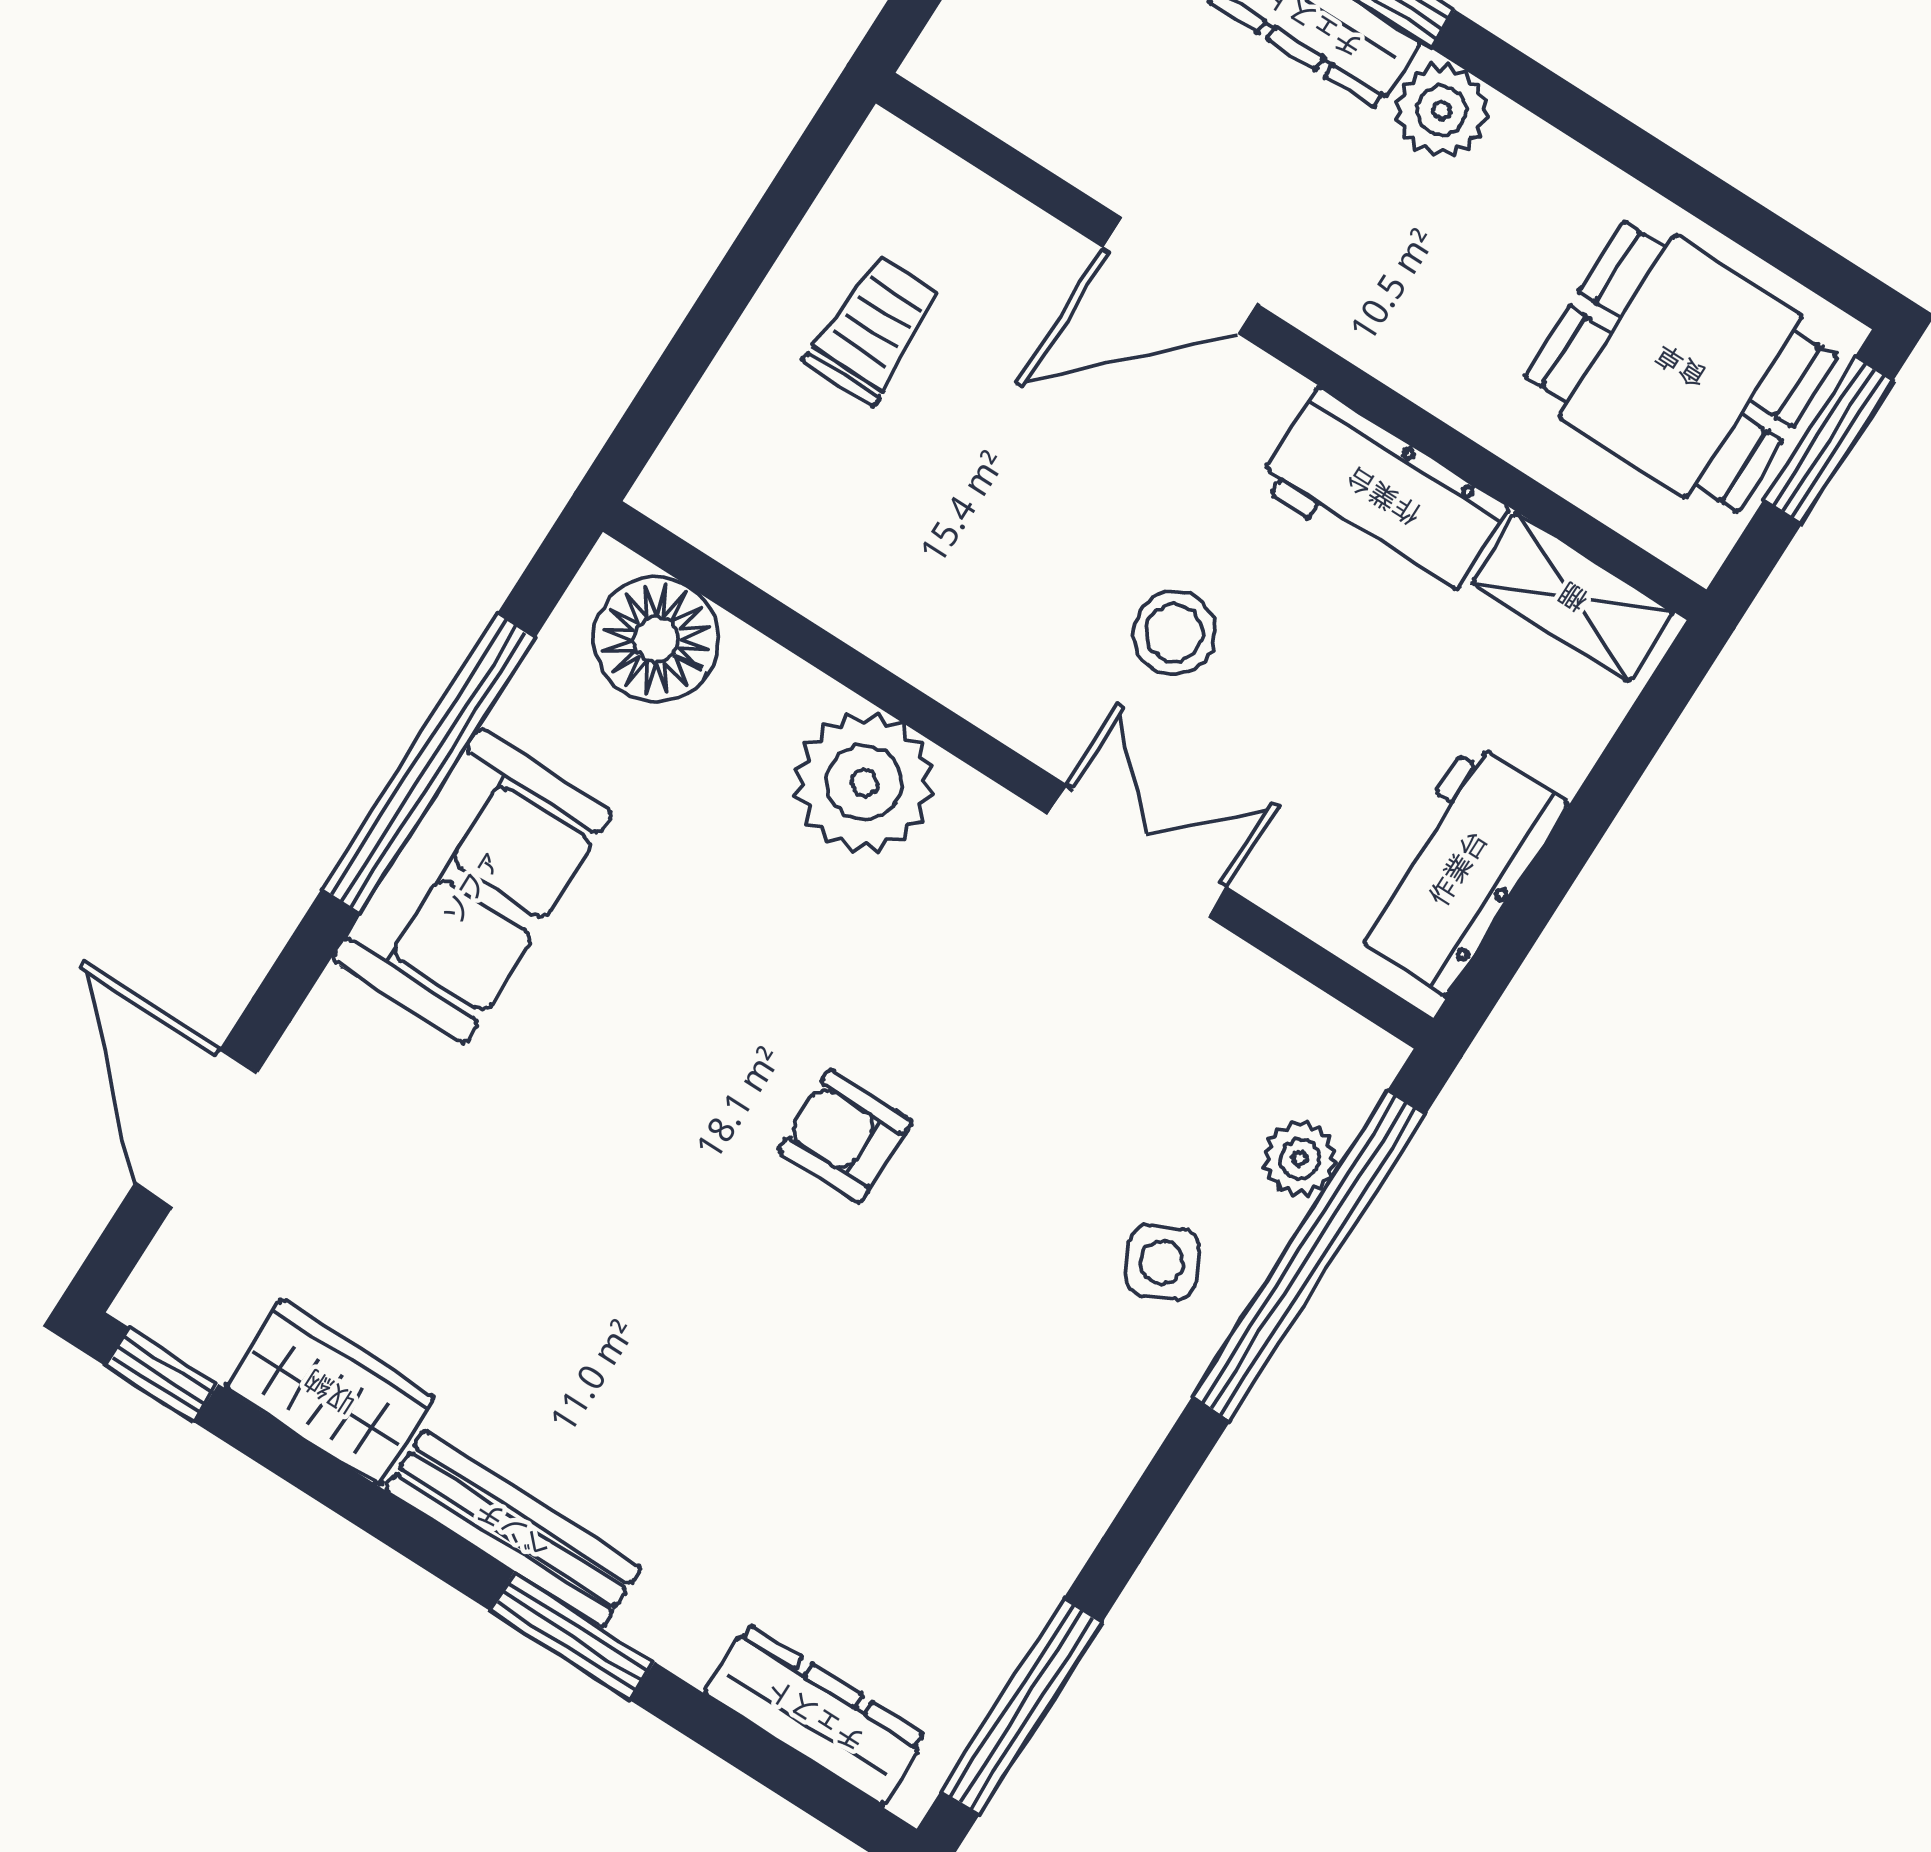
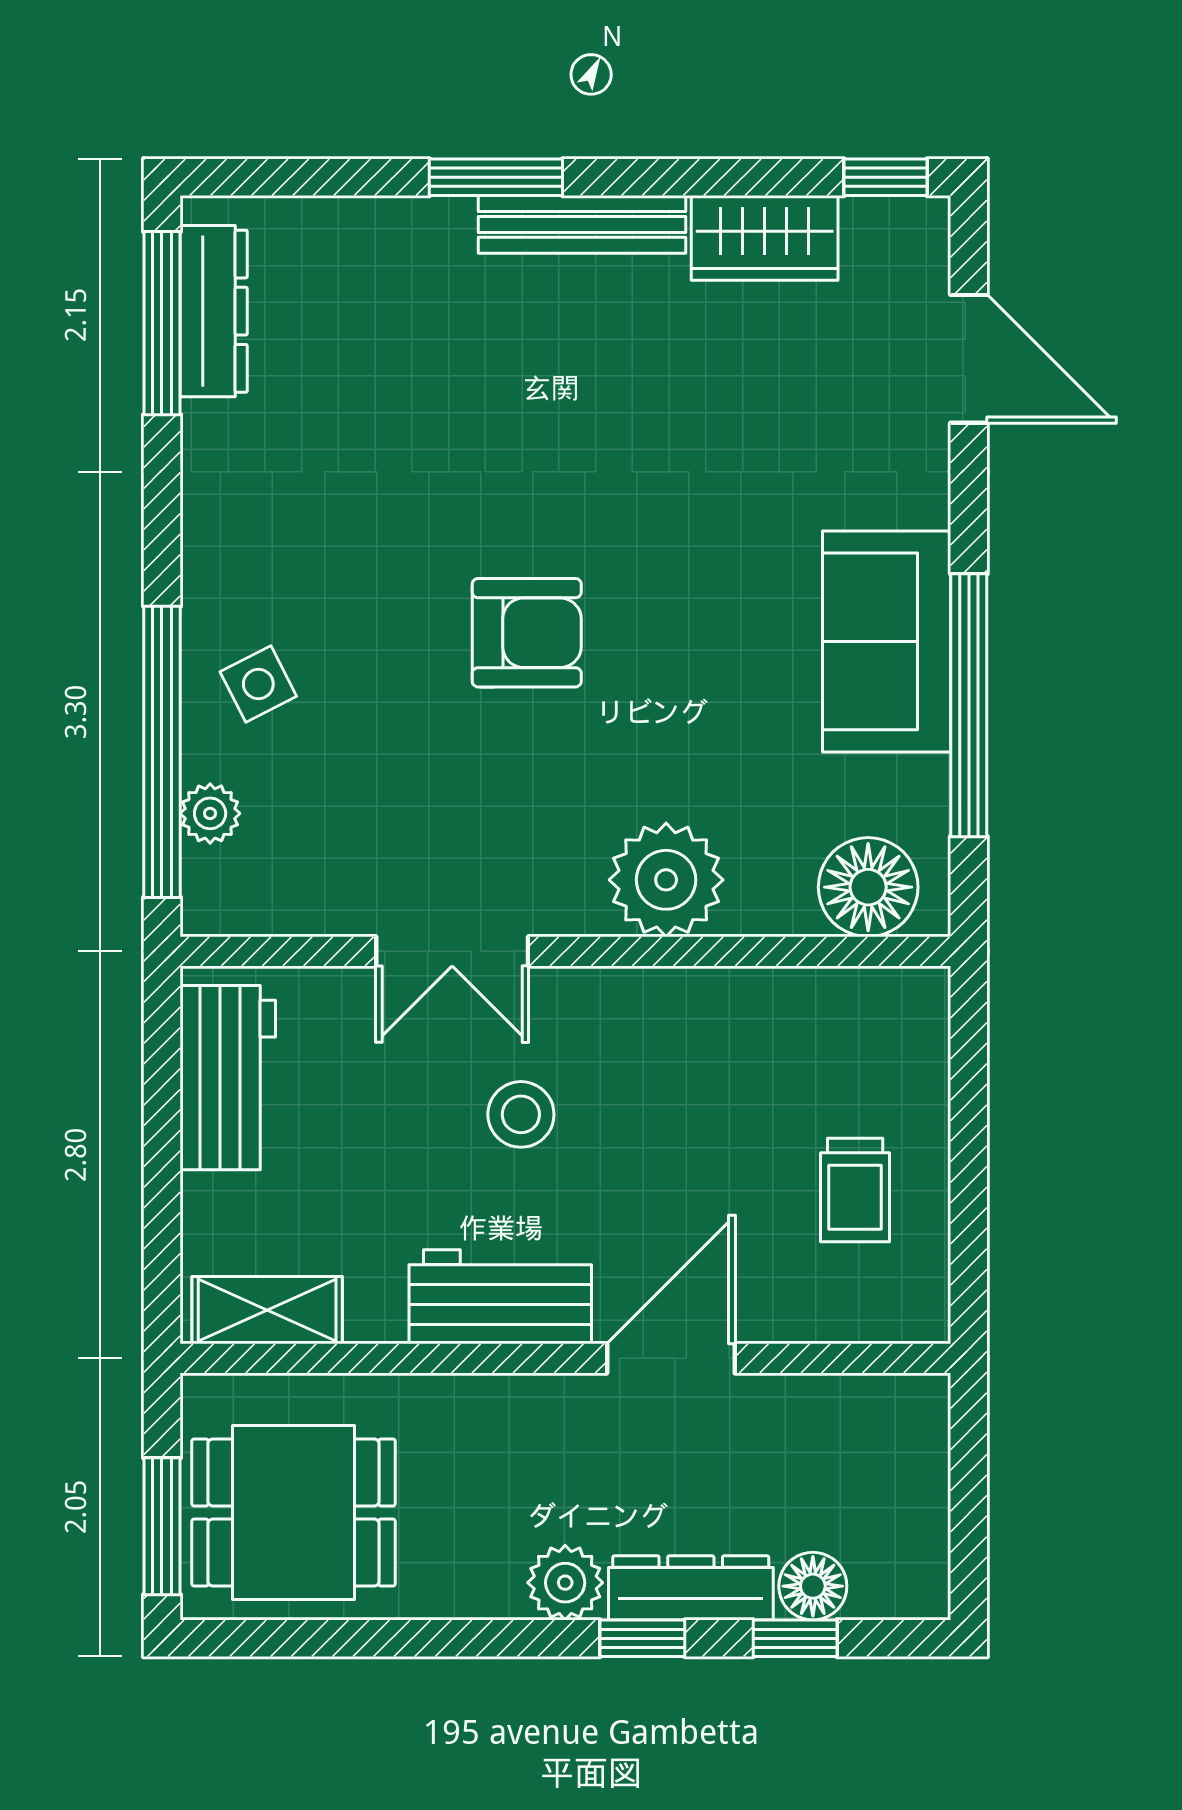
workbench: (1383, 496) -> (500, 1297), moved
armchair: (845, 1136) -> (527, 633), width x1.38, depth x1.38
dresser: (815, 1715) -> (214, 311), moved, turned -90

